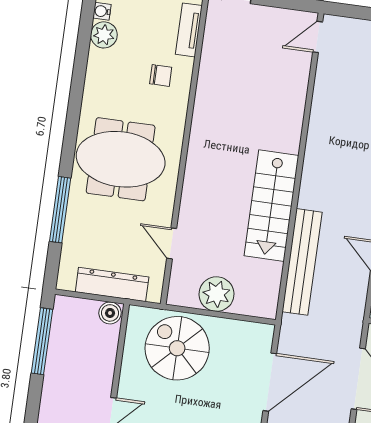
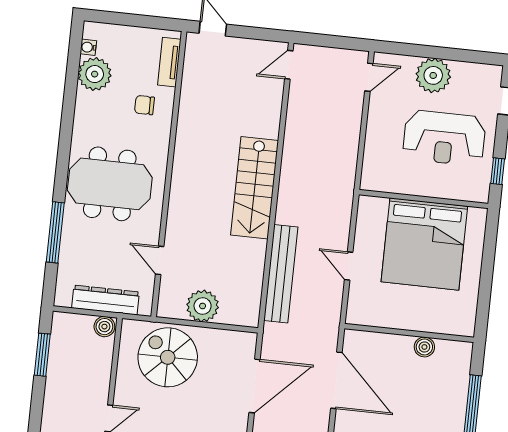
plant: (104, 35) -> (95, 74), width x1.36, depth x1.36
chair: (161, 75) -> (144, 105), turned 180
stairs: (271, 206) -> (255, 188), moved
window: (42, 341) -> (42, 355), width x0.69

